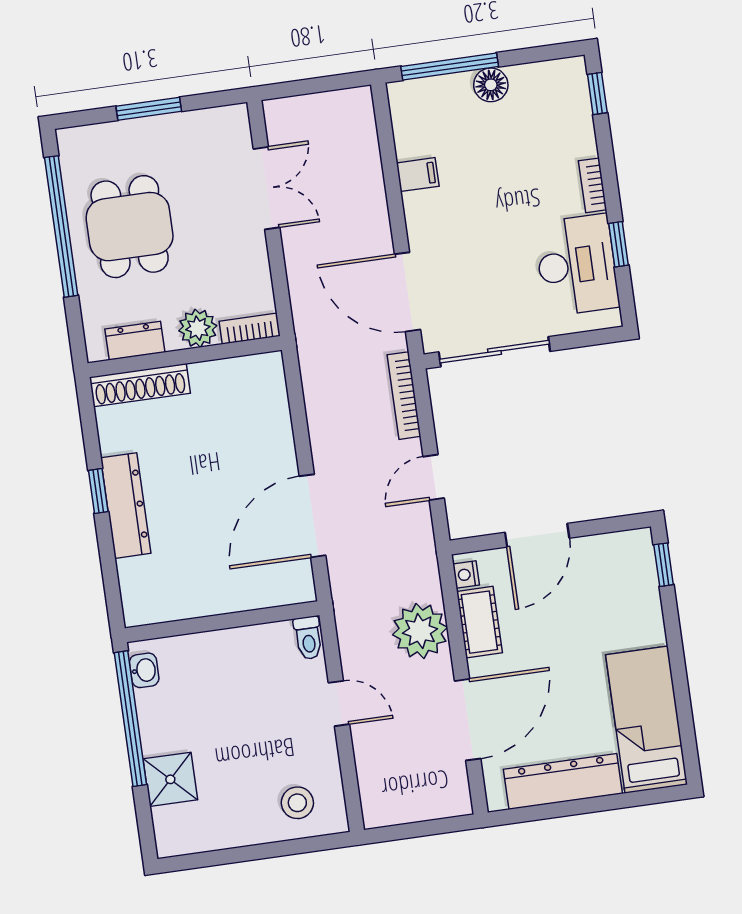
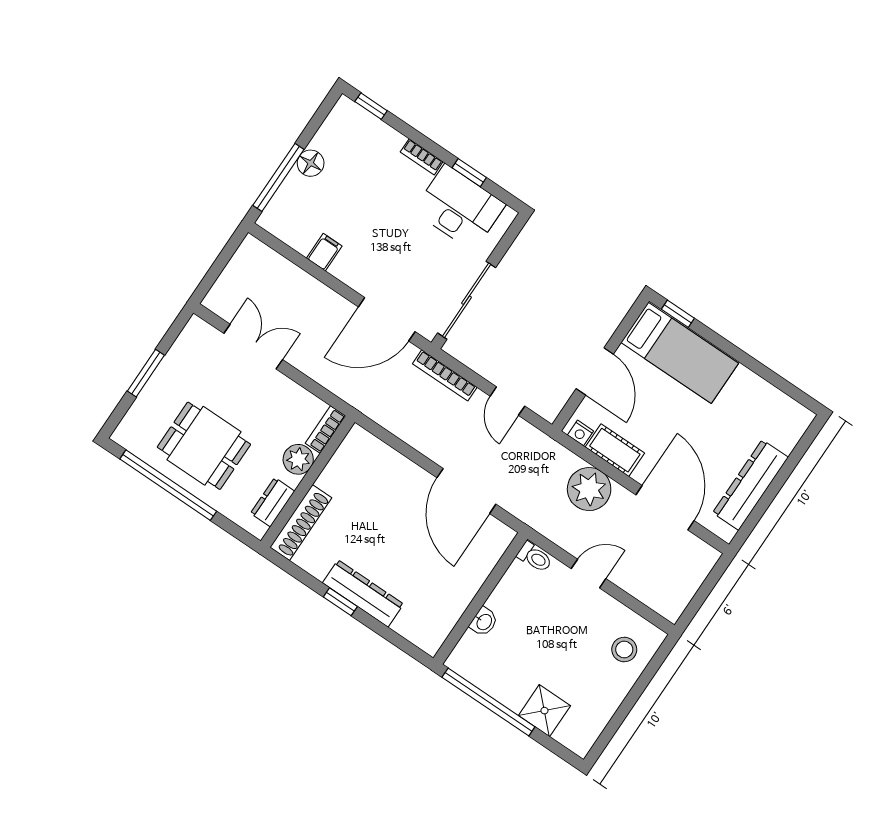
washbasin: (144, 670) -> (484, 622), moved, turned 90
bed: (646, 720) -> (680, 353), moved, turned 180

